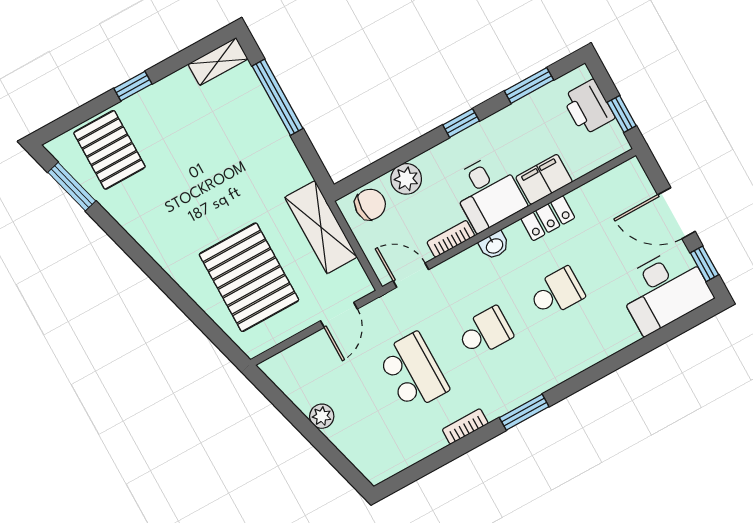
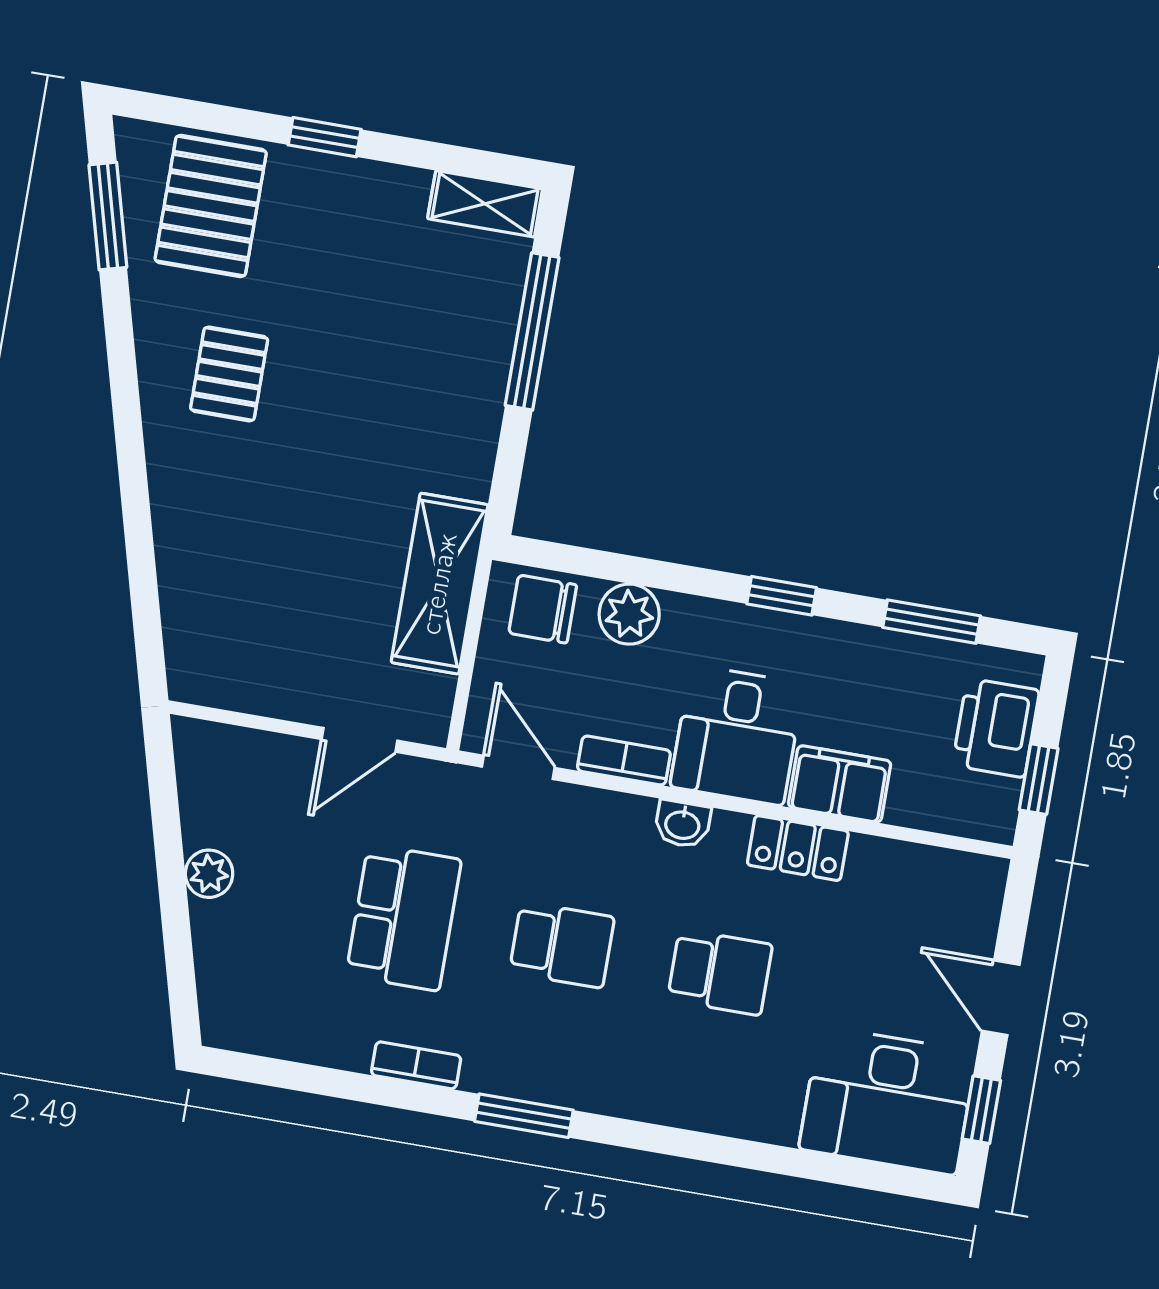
chair: (370, 204) -> (543, 609), turned 180
door: (676, 213) -> (1001, 998), width x0.73
pallet: (249, 277) -> (229, 374), moved, width x0.49, depth x0.50

